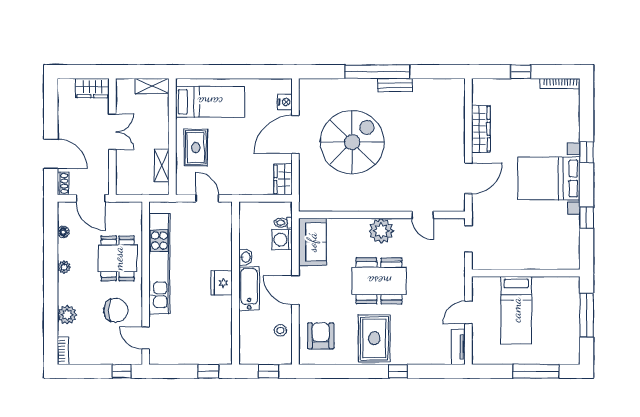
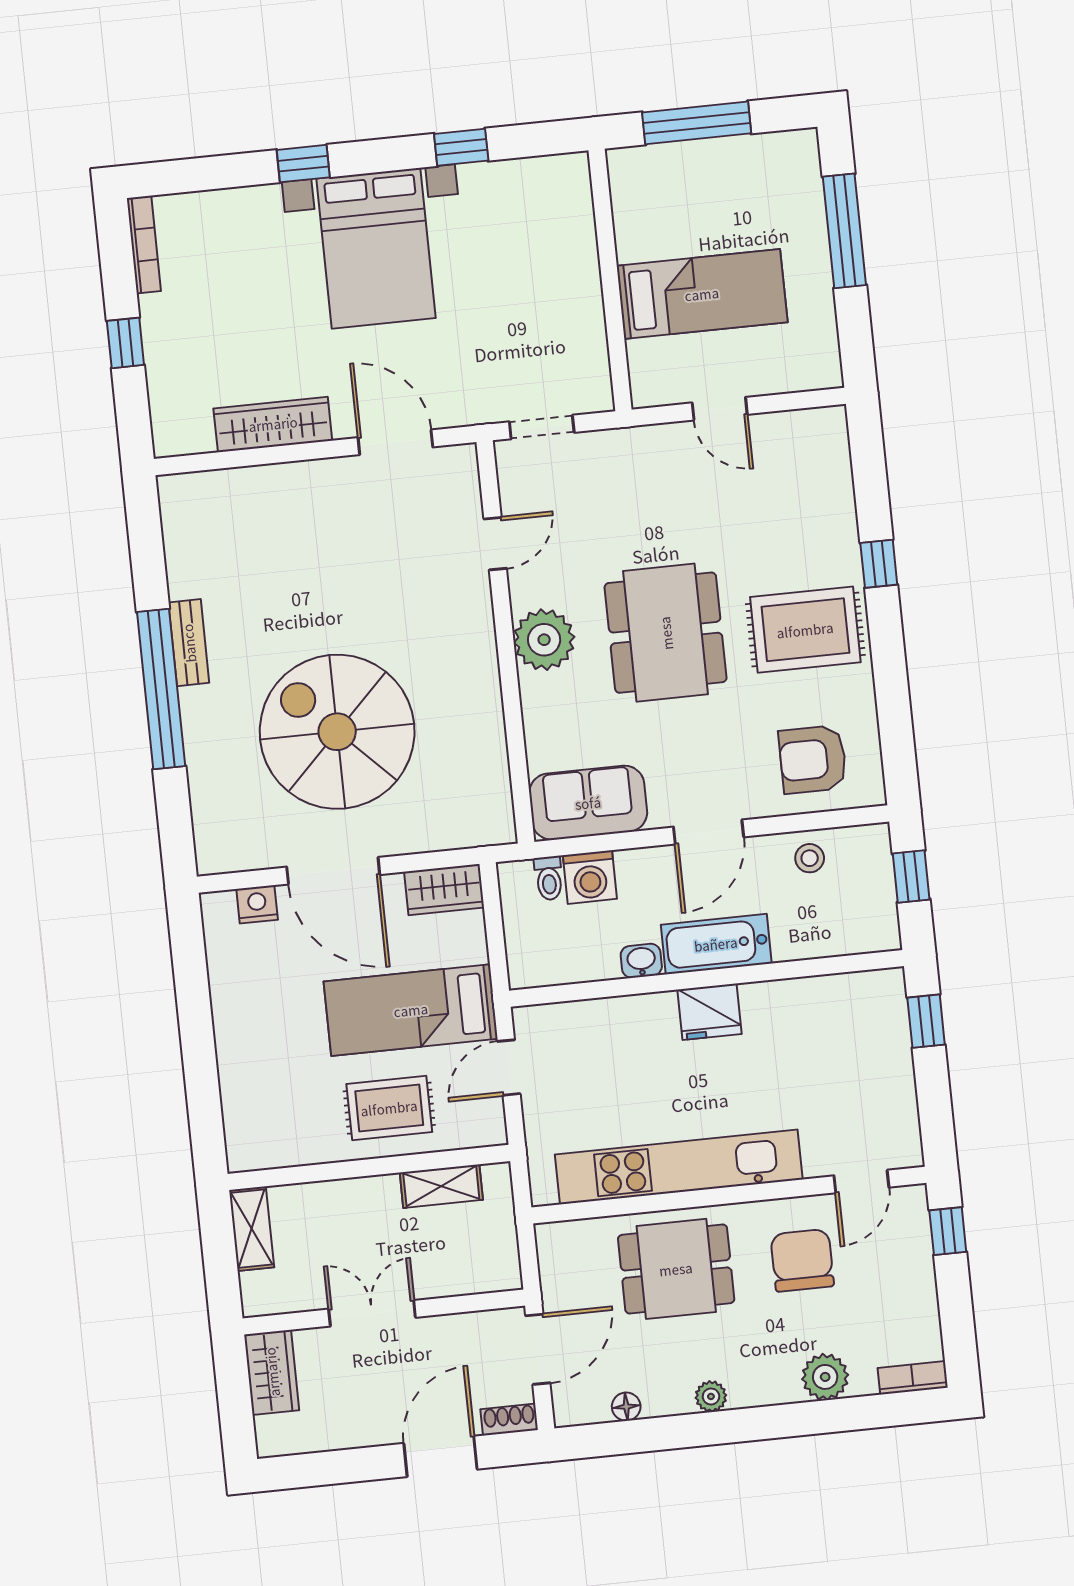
bed: (210, 102) -> (411, 1010), moved, turned -90
tv unit: (458, 347) -> (805, 425), removed

